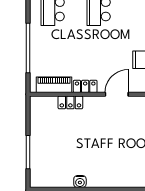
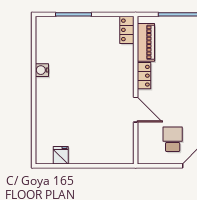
locker: (70, 102) -> (127, 30), moved

